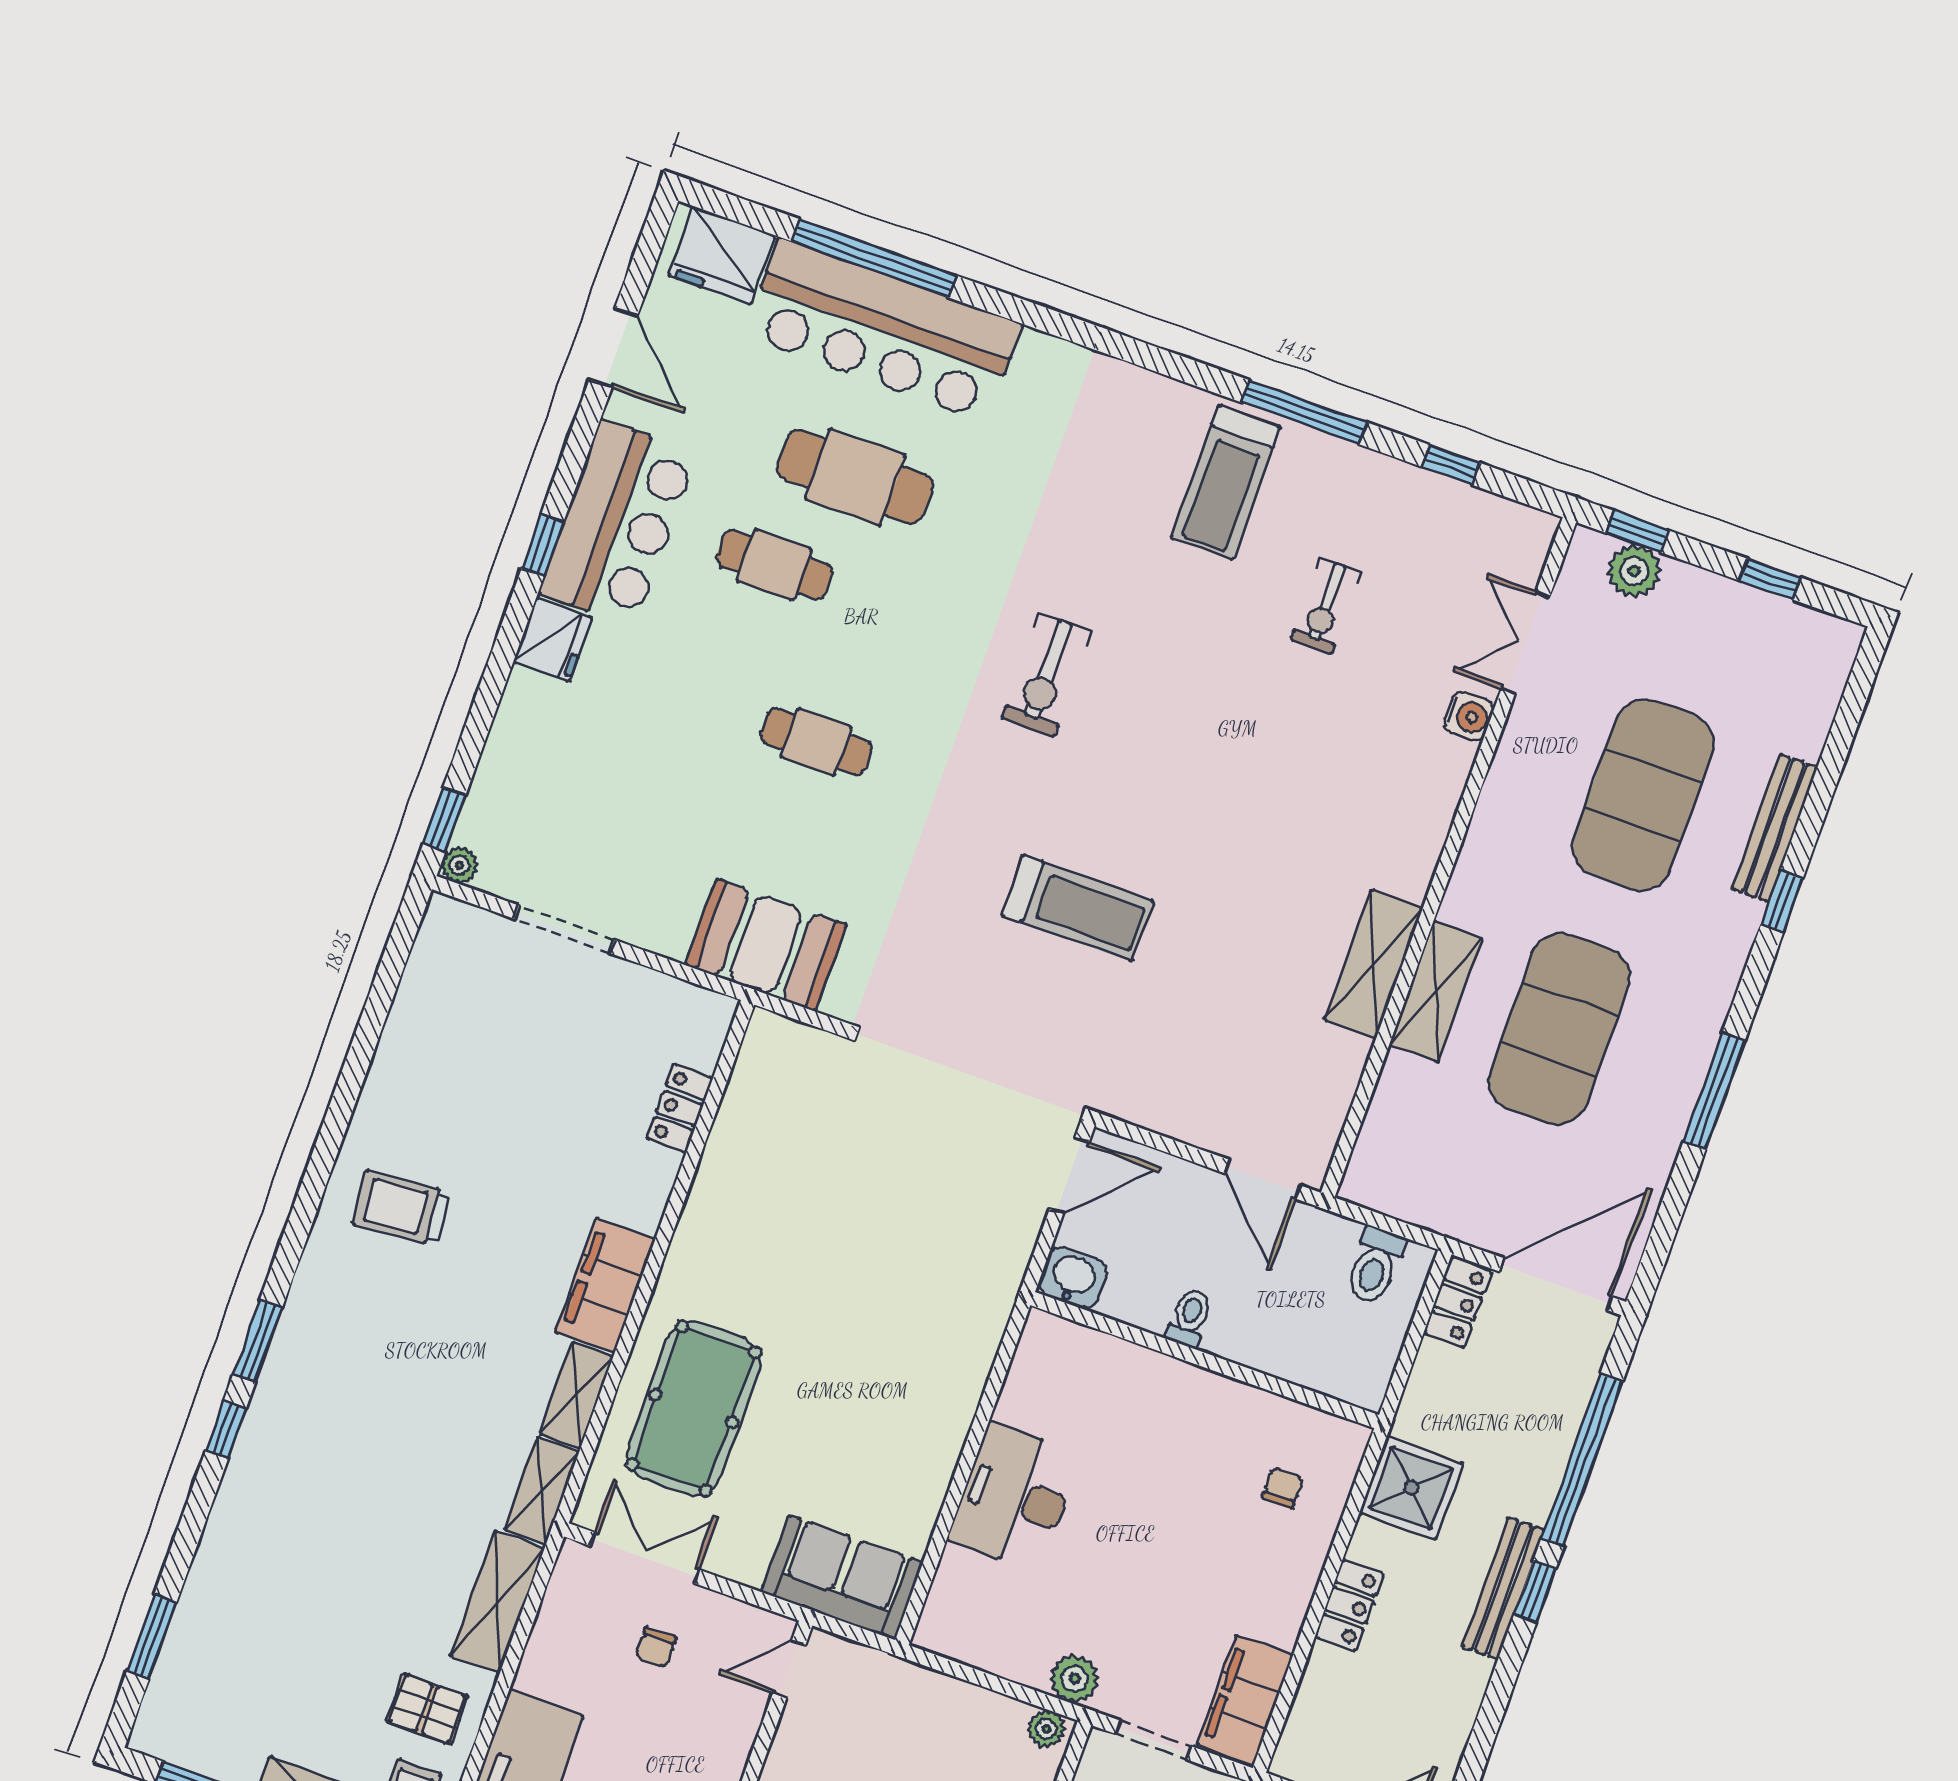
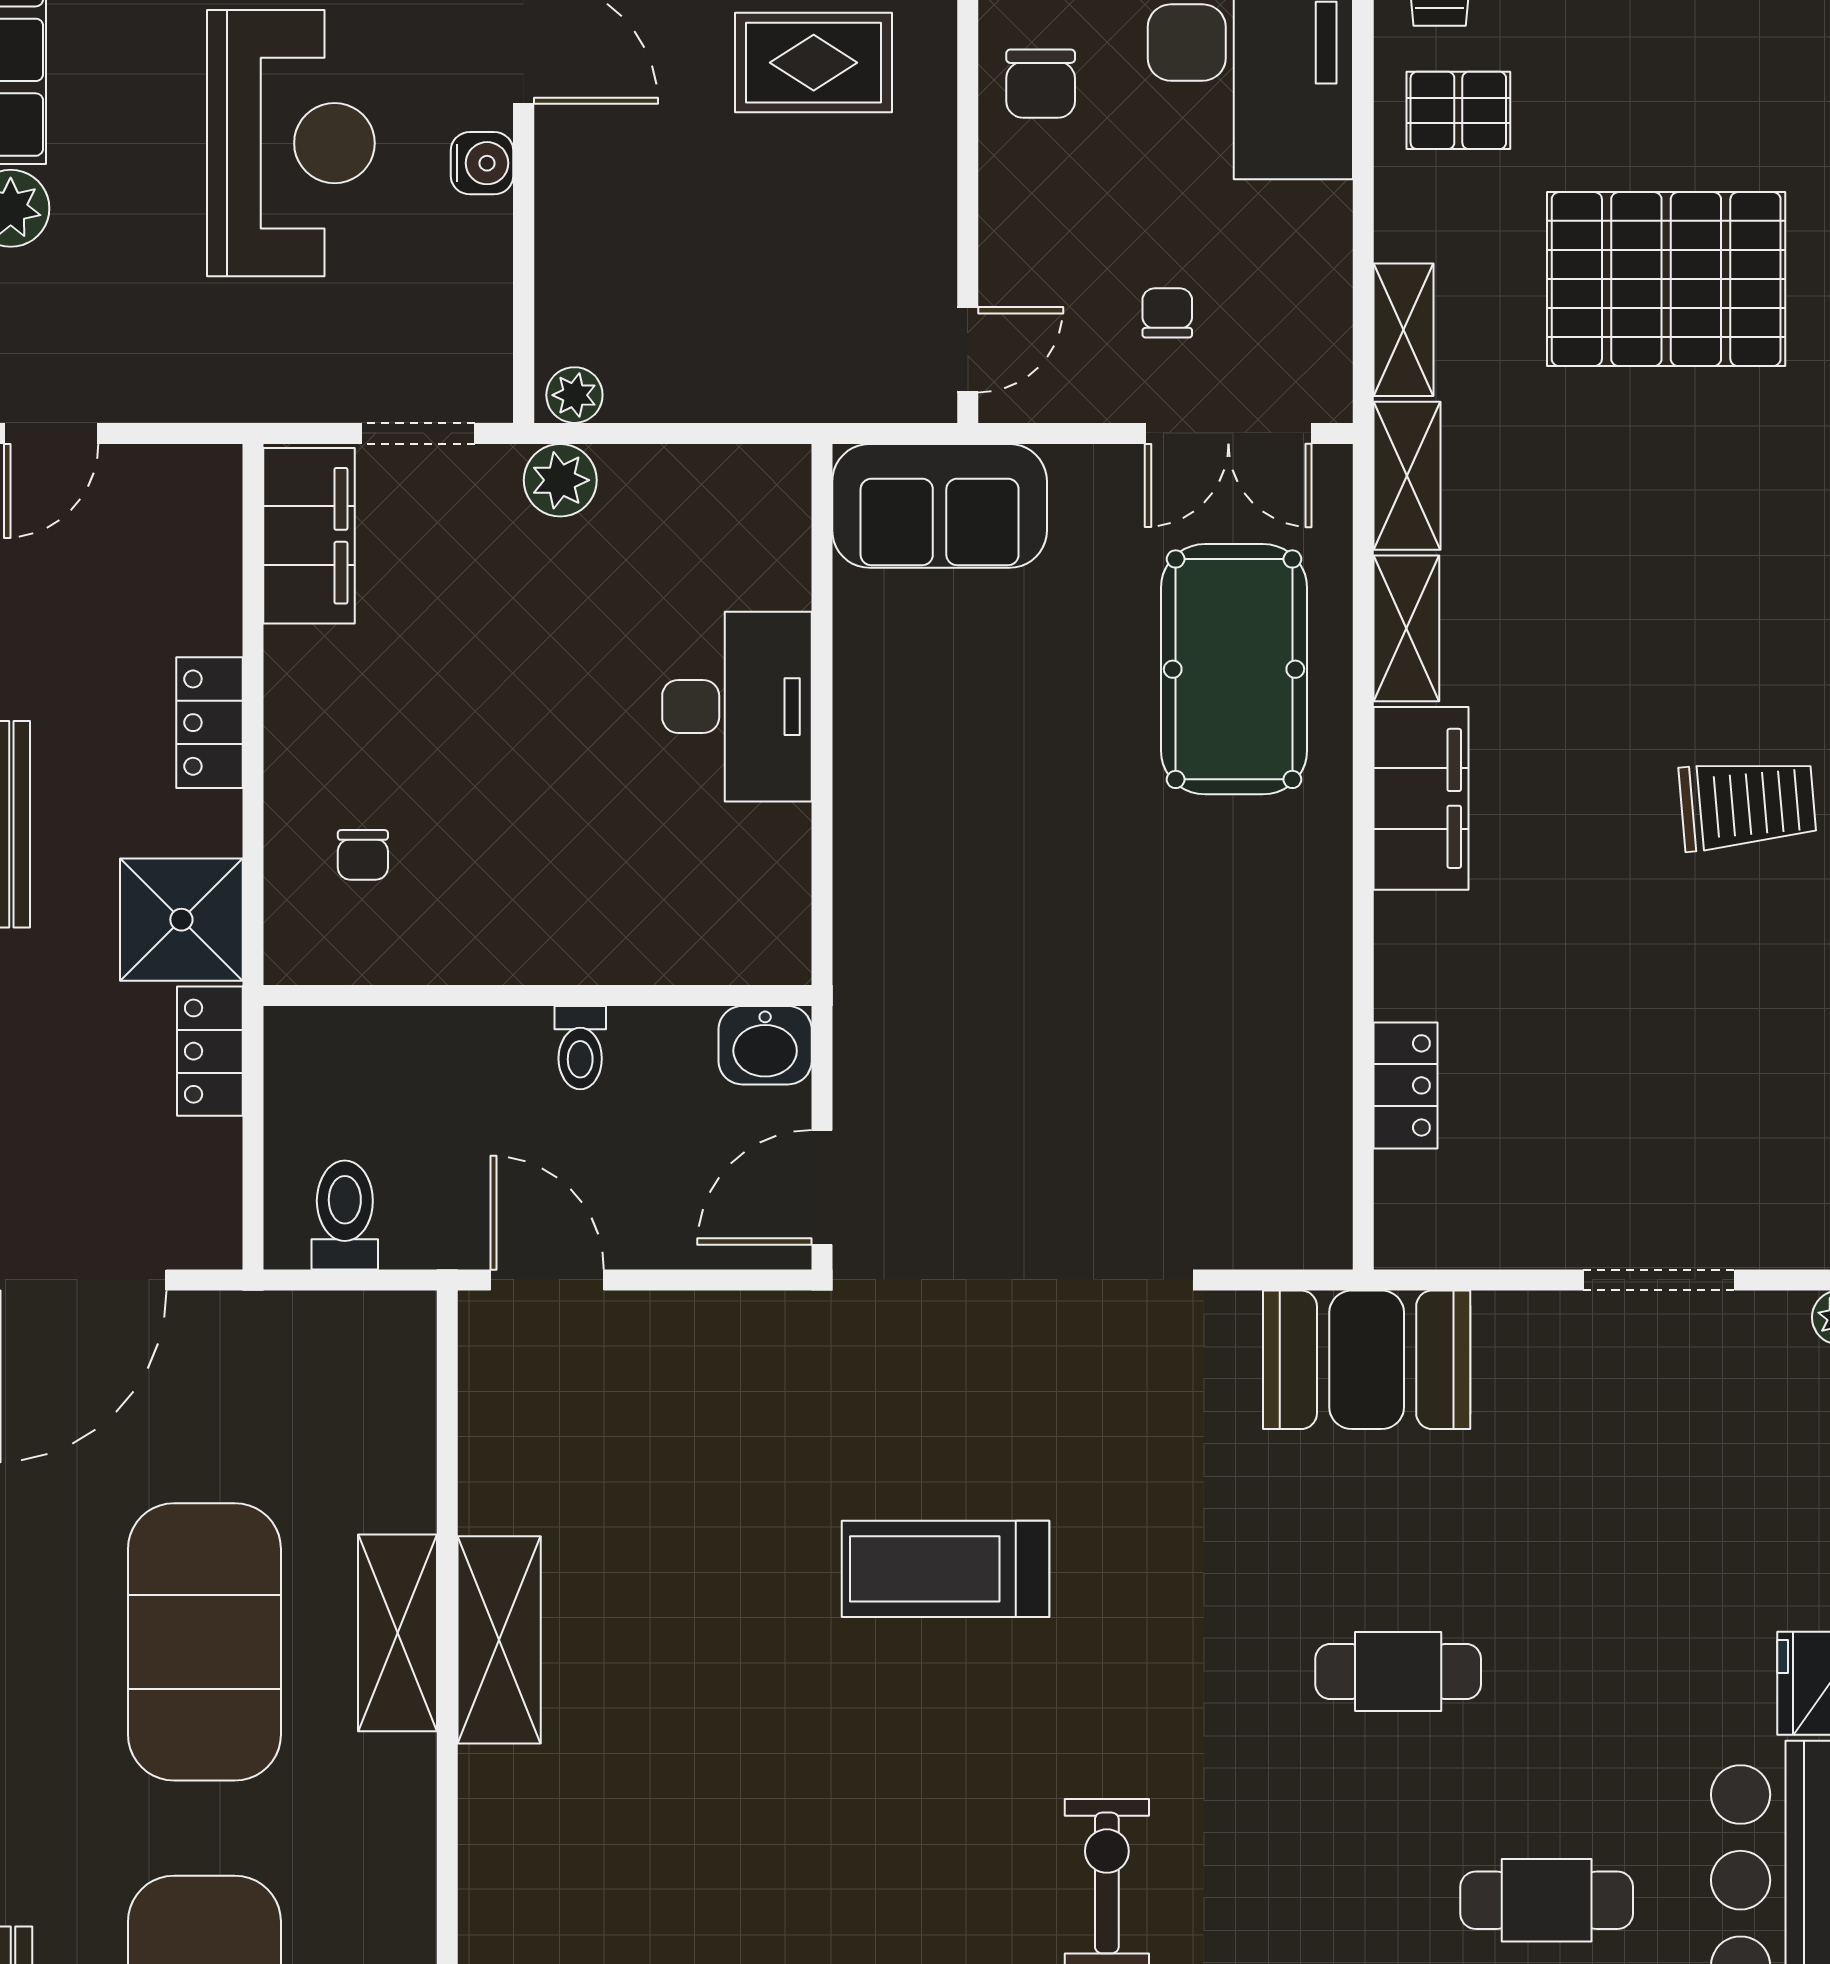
locker: (1458, 1302) -> (210, 1051), moved
pallet: (335, 1556) -> (1666, 279), added
shelving: (497, 1602) -> (1403, 330), width x0.67, depth x0.75

